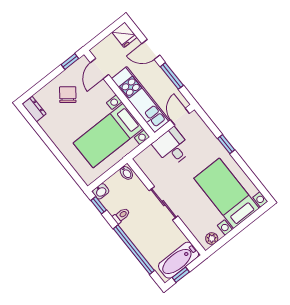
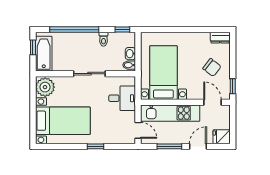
desk: (172, 147) -> (122, 98), moved
washbasin: (101, 191) -> (130, 54), moved
plant: (212, 239) -> (45, 87), width x1.88, depth x1.88

